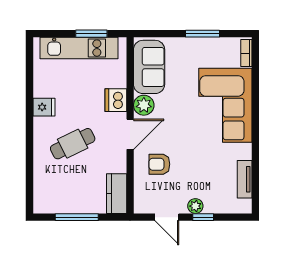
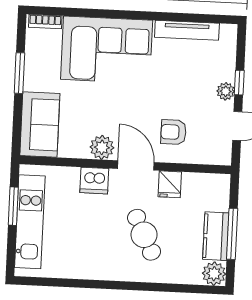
sofa: (149, 67) -> (40, 125), moved, turned 90
fridge: (44, 107) -> (170, 184), moved, turned 180
armchair: (159, 164) -> (173, 132), turned 90
tv unit: (245, 179) -> (187, 30), width x1.41
kitchen counter: (117, 194) -> (216, 236), moved, turned 90
plant: (43, 204) -> (214, 274), added

